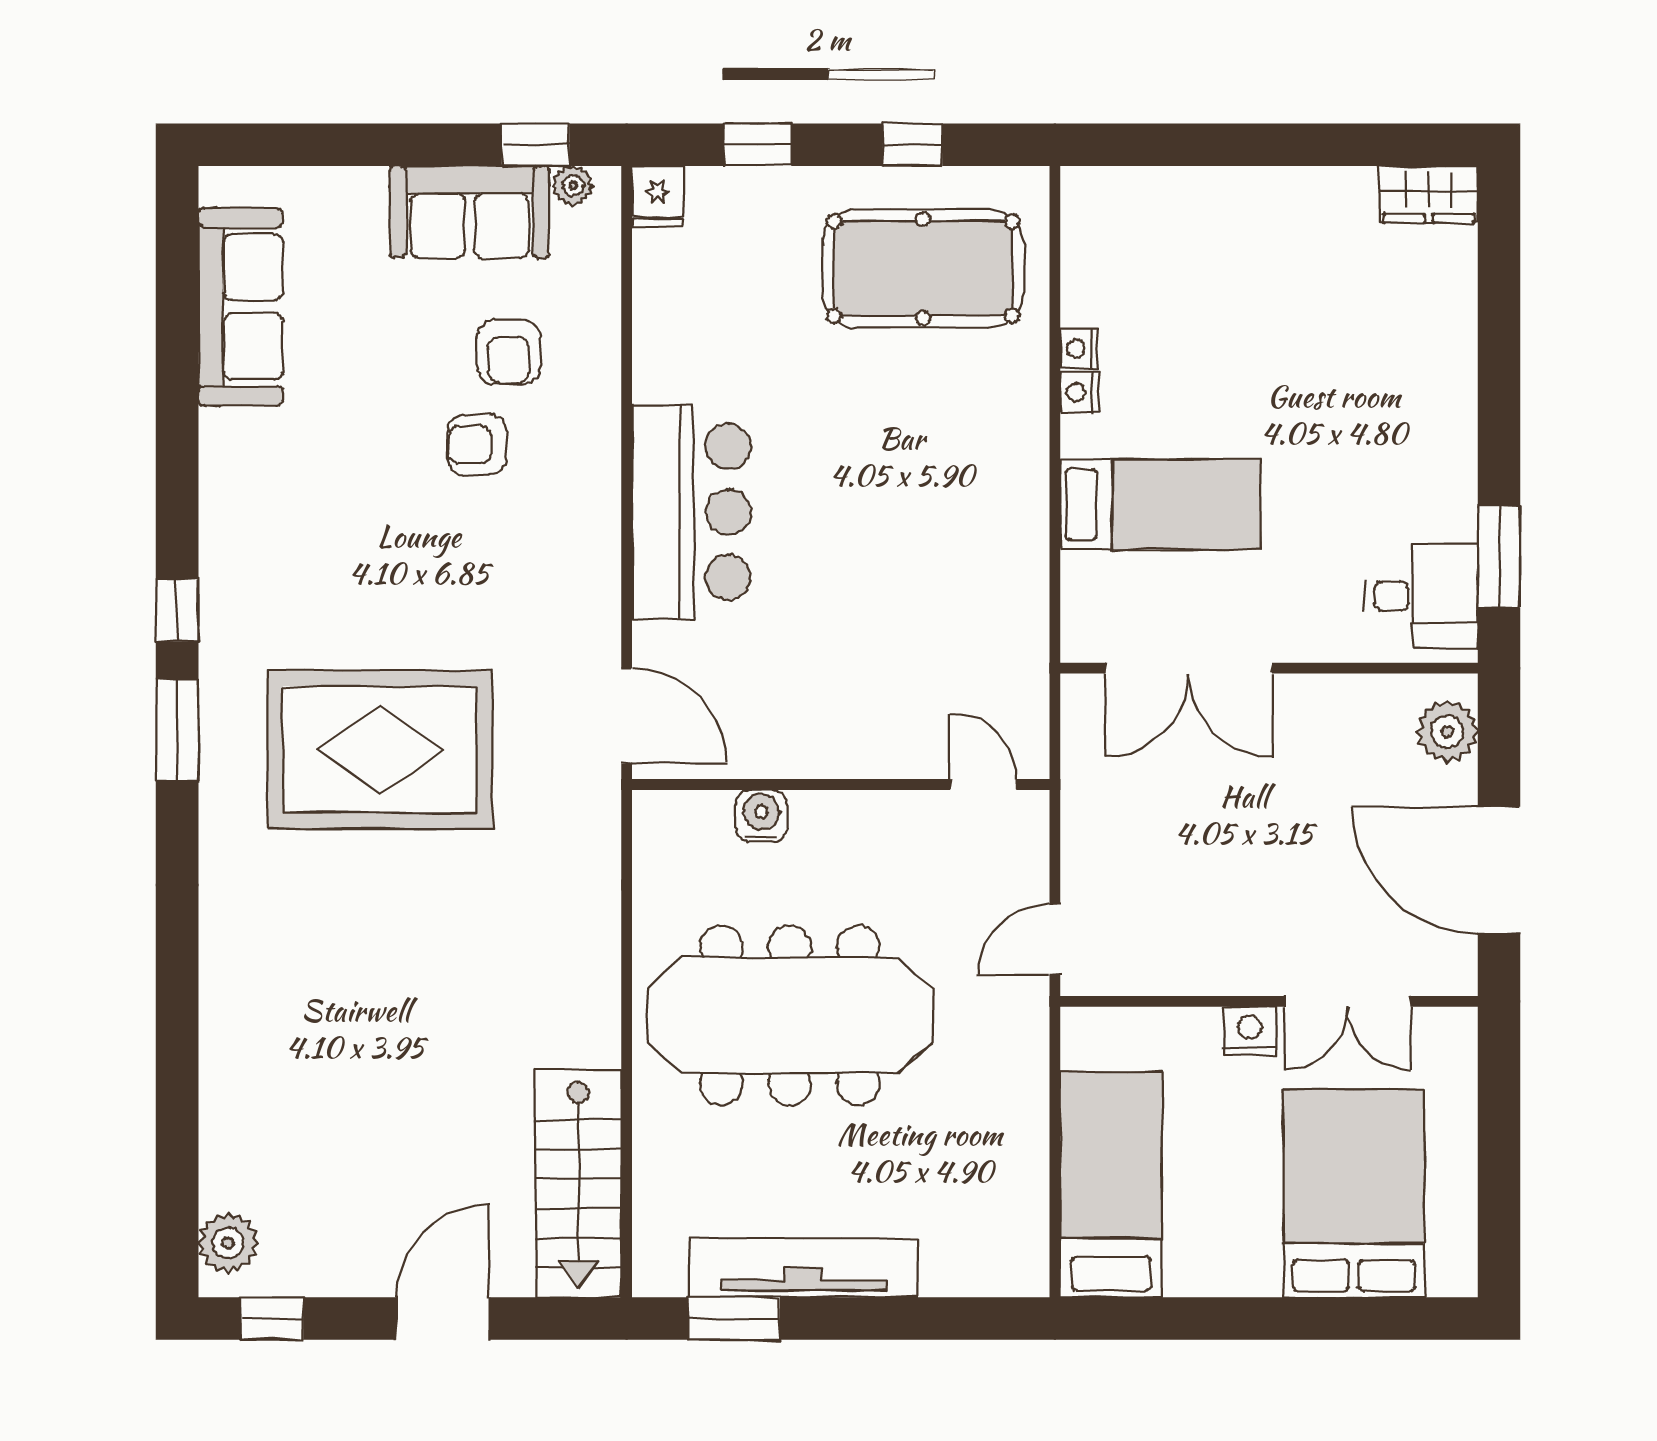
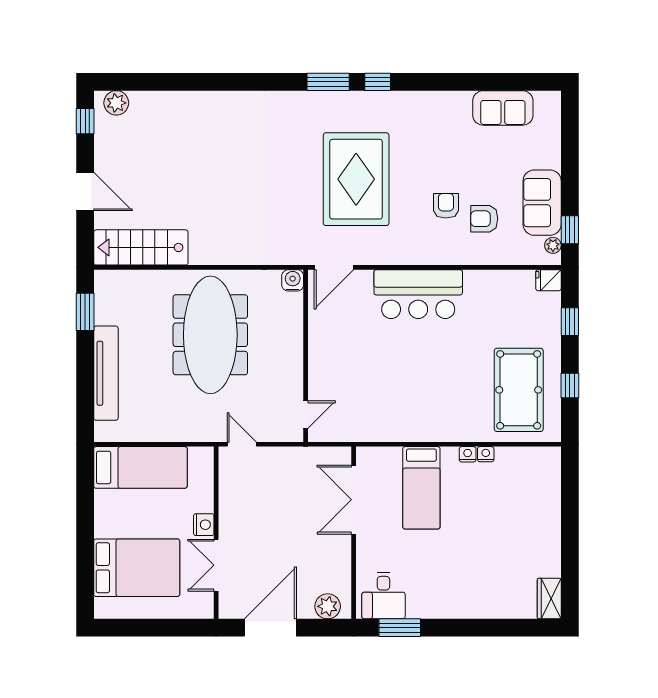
sofa: (240, 307) -> (503, 108), width x0.73
rug: (380, 750) -> (356, 179), moved
water cooler: (761, 816) -> (293, 280), moved, turned -90
tv unit: (804, 1268) -> (106, 373), moved

